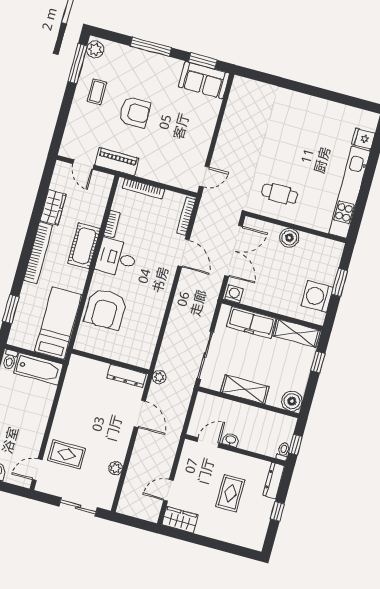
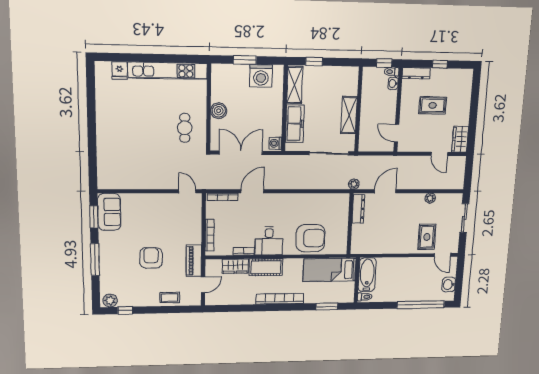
window: (77, 64) -> (125, 310), width x0.46
coffee table: (97, 92) -> (170, 298), moved
wardrobe: (53, 207) -> (235, 266), moved, turned 180
boiler: (292, 401) -> (350, 75), removed
washbasin: (231, 440) -> (393, 83), moved

